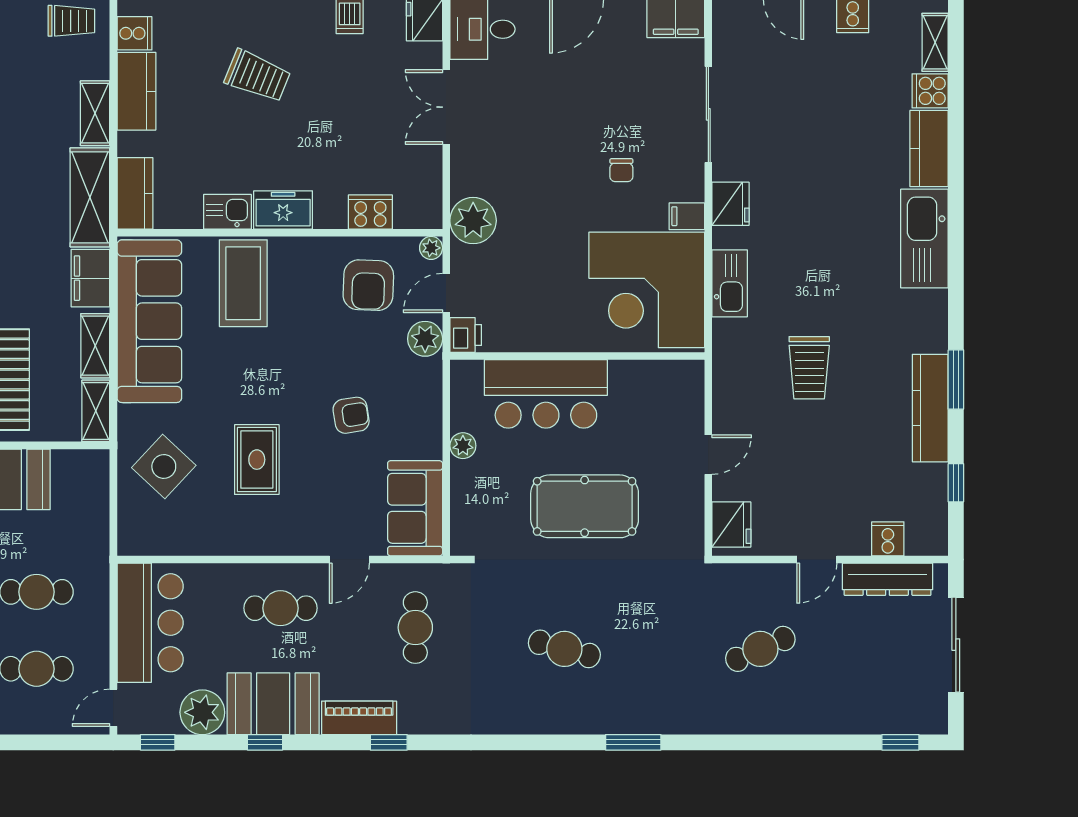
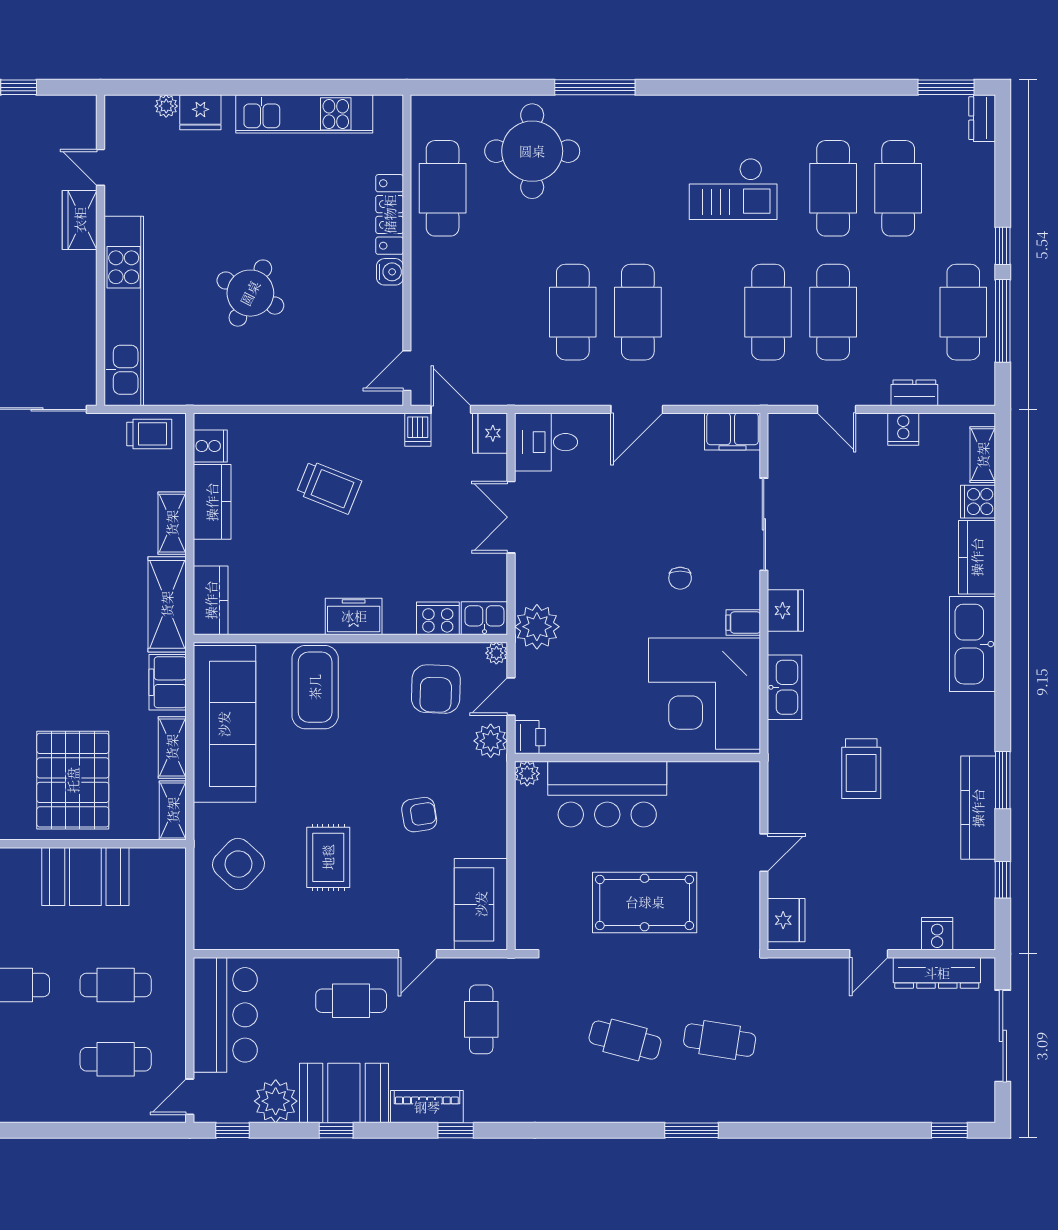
kitchen sink: (227, 212) -> (484, 618), moved
plant: (463, 446) -> (527, 774), moved
cafe table: (760, 649) -> (720, 1040), moved, turned 33

